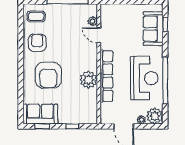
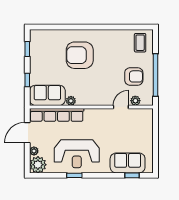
armchair: (37, 43) -> (134, 76), moved
row of seats: (106, 76) -> (57, 115), moved
plant: (89, 80) -> (71, 101), width x0.53, depth x0.53
window: (165, 81) -> (74, 175), width x0.32
sofa: (40, 114) -> (47, 95), moved, turned -90

